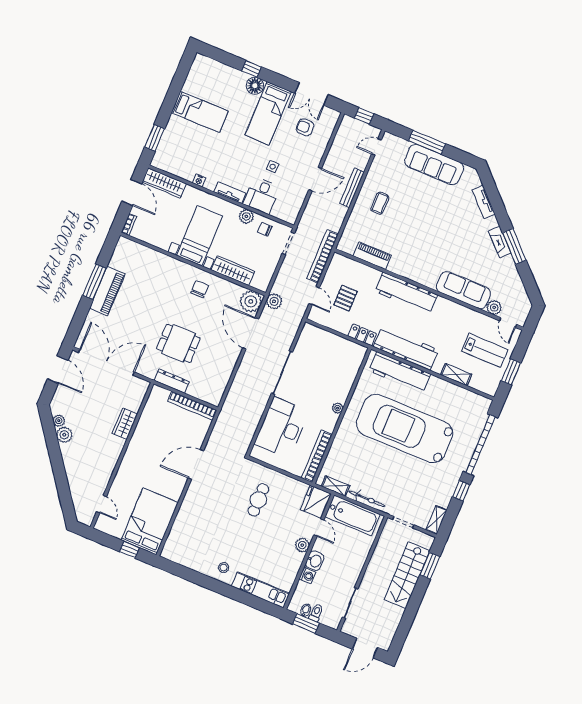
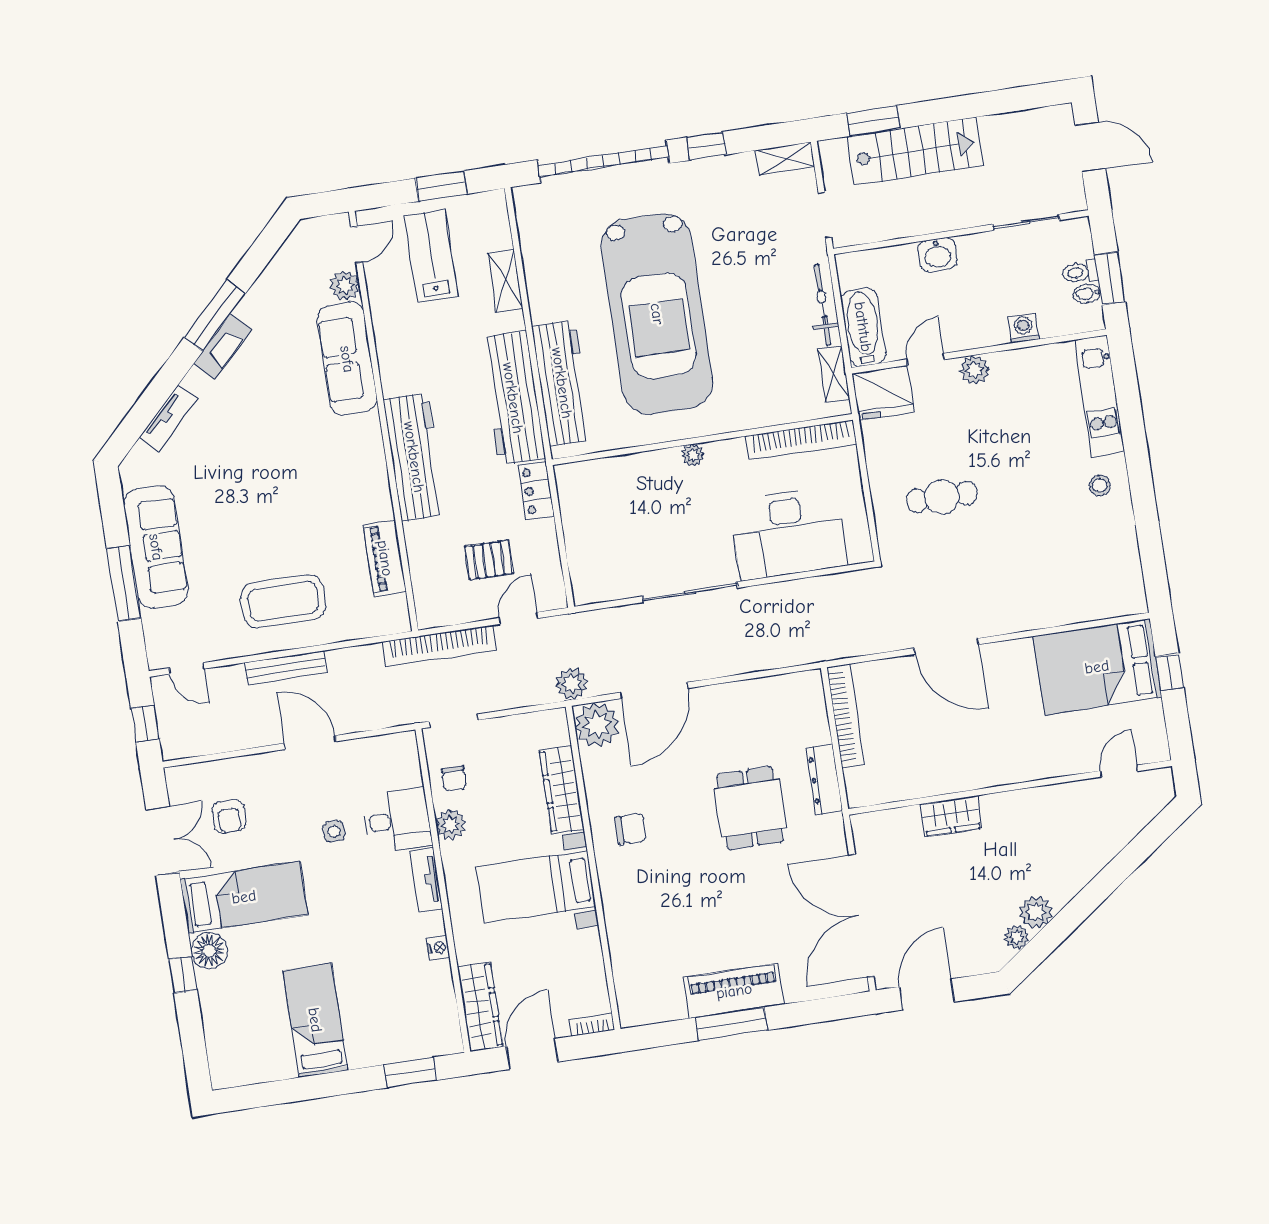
coffee table: (380, 203) -> (283, 601), width x1.86, depth x1.72
chair: (200, 289) -> (631, 829), turned 180
bathtub: (353, 515) -> (863, 327), width x0.73, depth x0.73
washbasin: (315, 561) -> (937, 255), moved, turned 180

